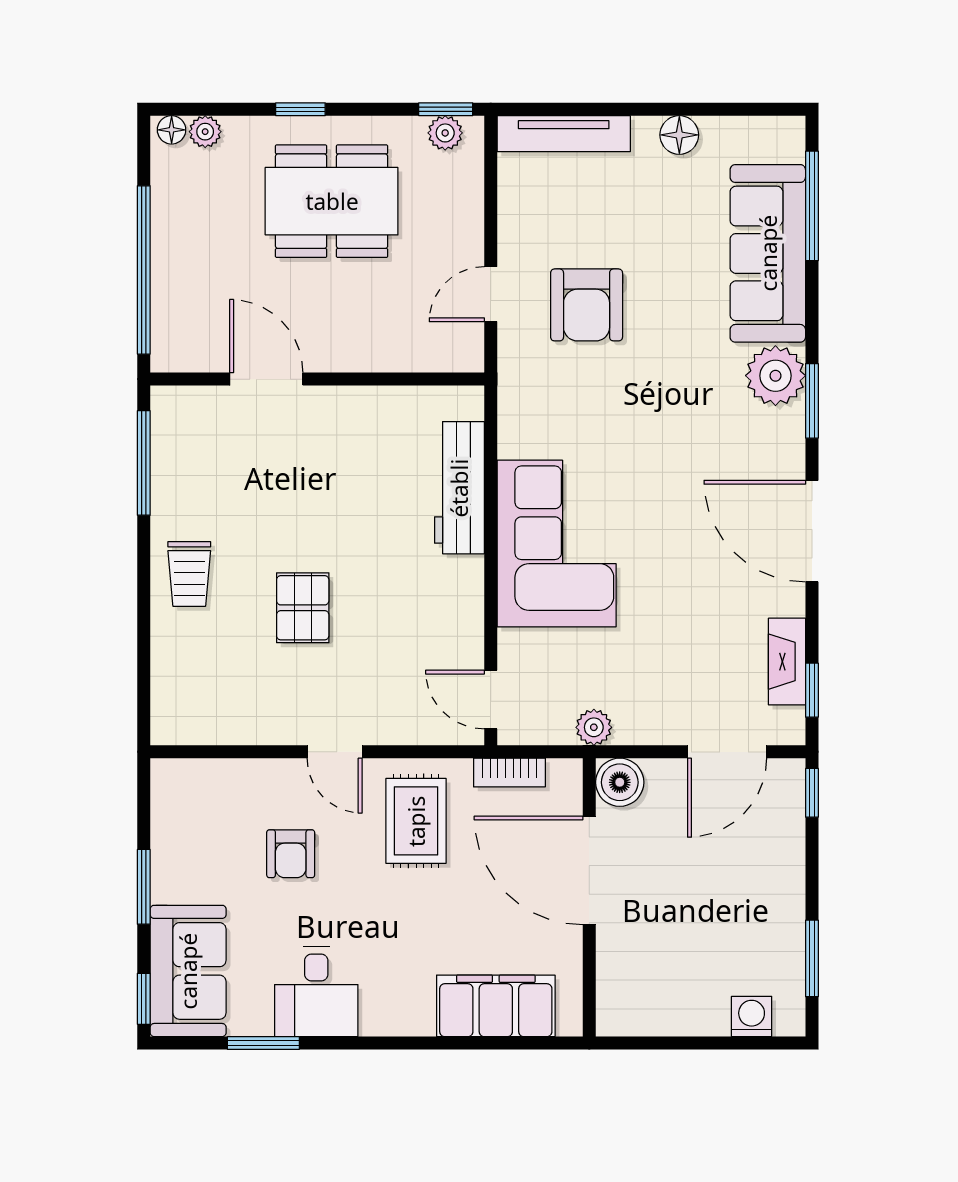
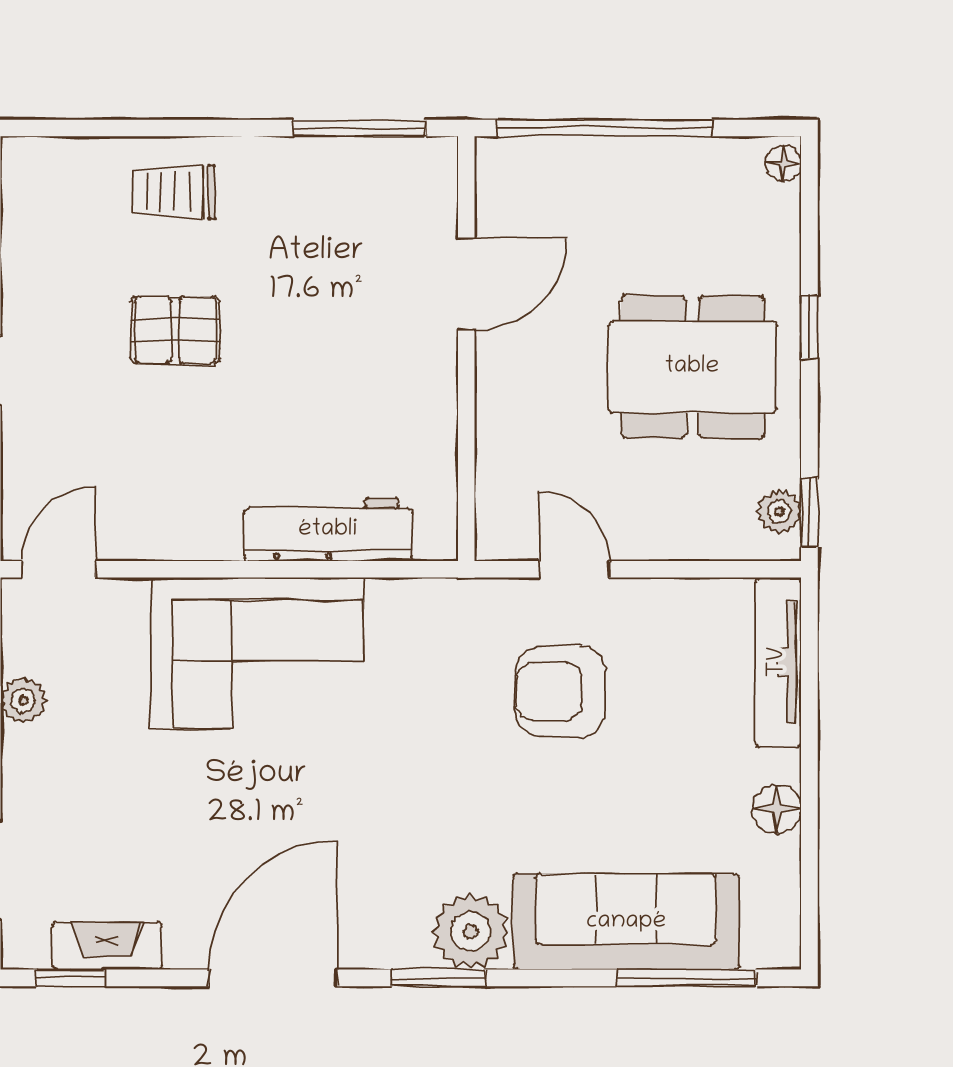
plant: (205, 132) -> (781, 206), removed
dining table: (332, 201) -> (692, 367), turned 90
trolley: (189, 574) -> (174, 192), moved

